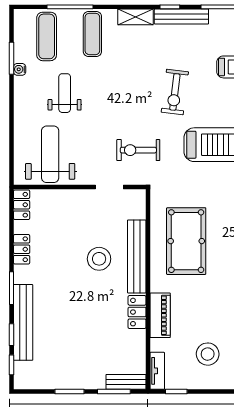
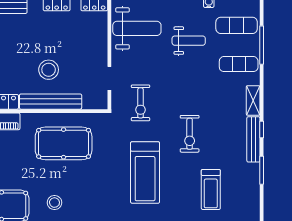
exercise bike: (175, 92) -> (190, 134), turned -97
exercise bike: (138, 150) -> (140, 103), turned 180

